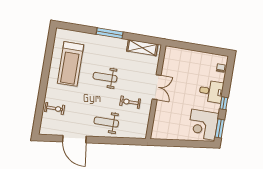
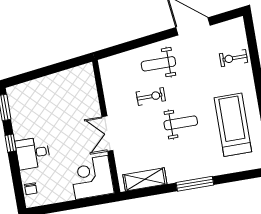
exercise bike: (130, 102) -> (151, 96), moved
weight bench: (106, 122) -> (158, 64), turned 180
corner desk: (203, 125) -> (92, 177), moved, turned -90

